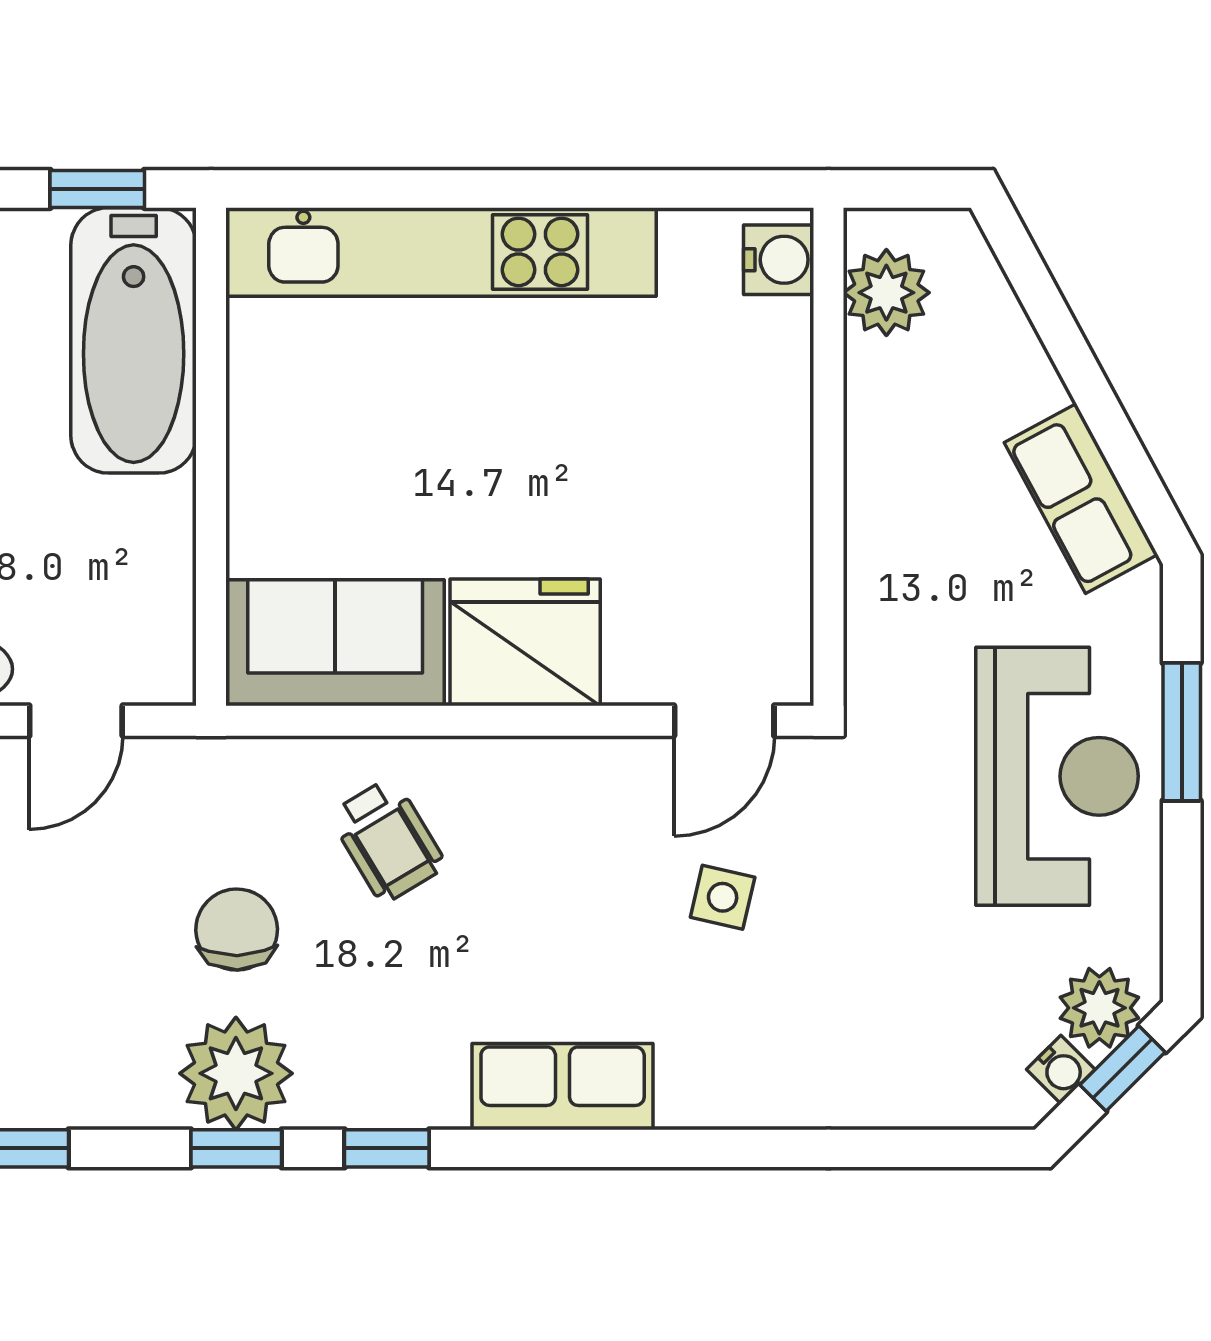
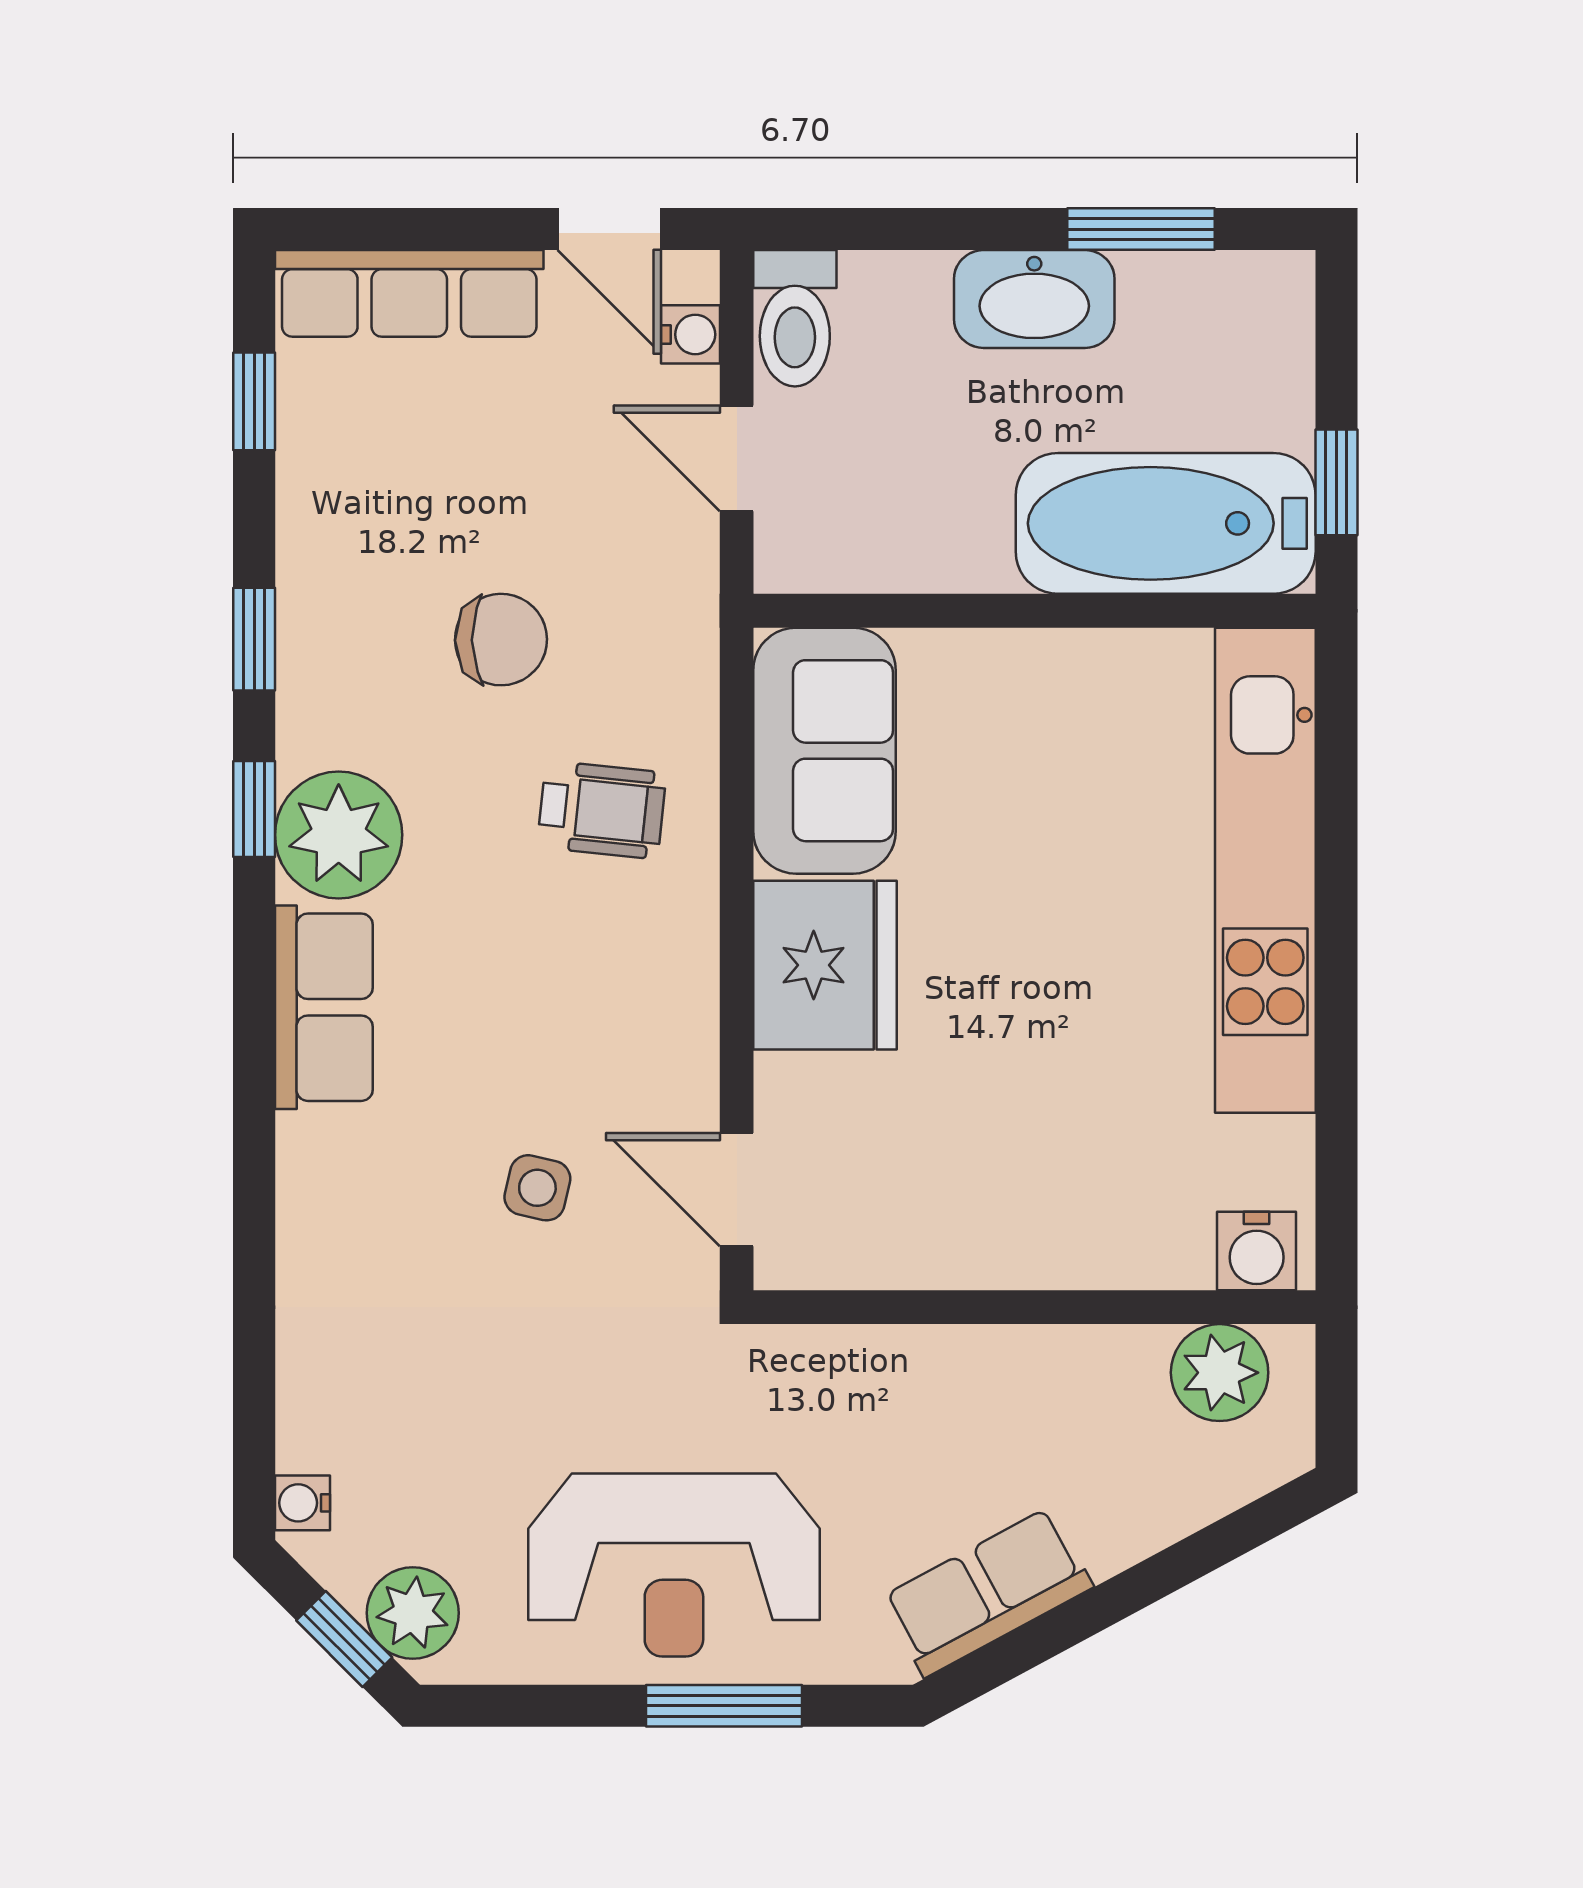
wheelchair: (388, 840) -> (602, 810), turned -143
water cooler: (1061, 1069) -> (303, 1503), moved, turned 45
plant: (236, 1073) -> (339, 835), moved

